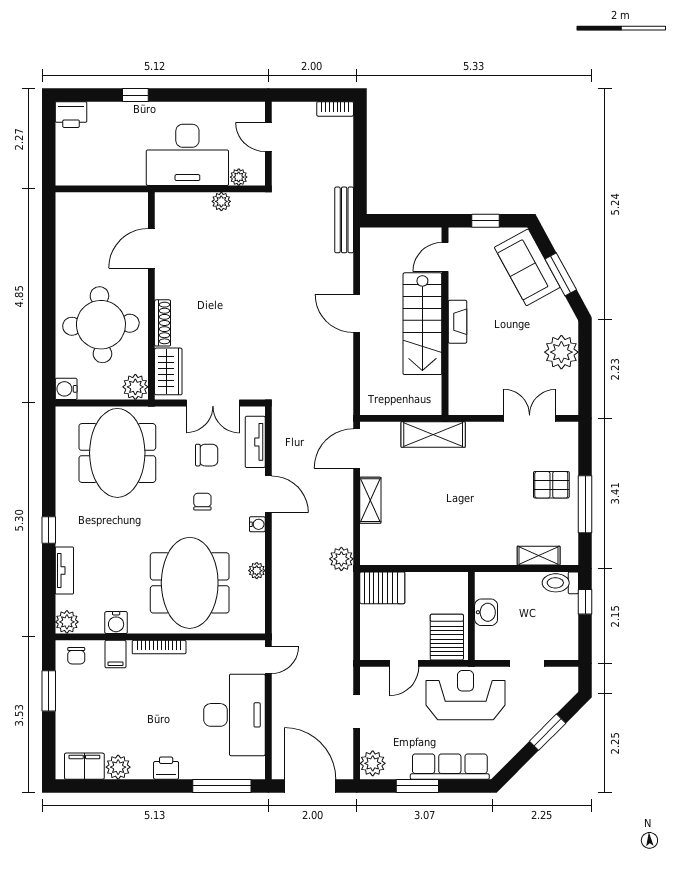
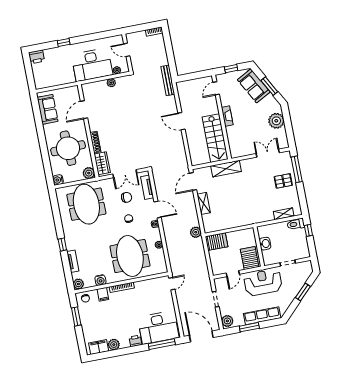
sofa: (73, 232) -> (48, 109), added
stairs: (422, 324) -> (215, 138), moved
window: (585, 504) -> (297, 169), moved
desk: (234, 715) -> (158, 327), moved, turned 90

